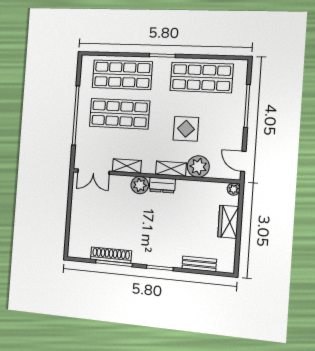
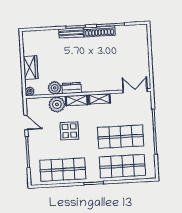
door: (243, 161) -> (26, 122), moved
shelving: (127, 166) -> (99, 99), moved
plant: (140, 185) -> (55, 88), moved
dresser: (162, 185) -> (72, 88), moved
shoe rack: (111, 255) -> (100, 31), moved
bench: (199, 264) -> (71, 33), moved

